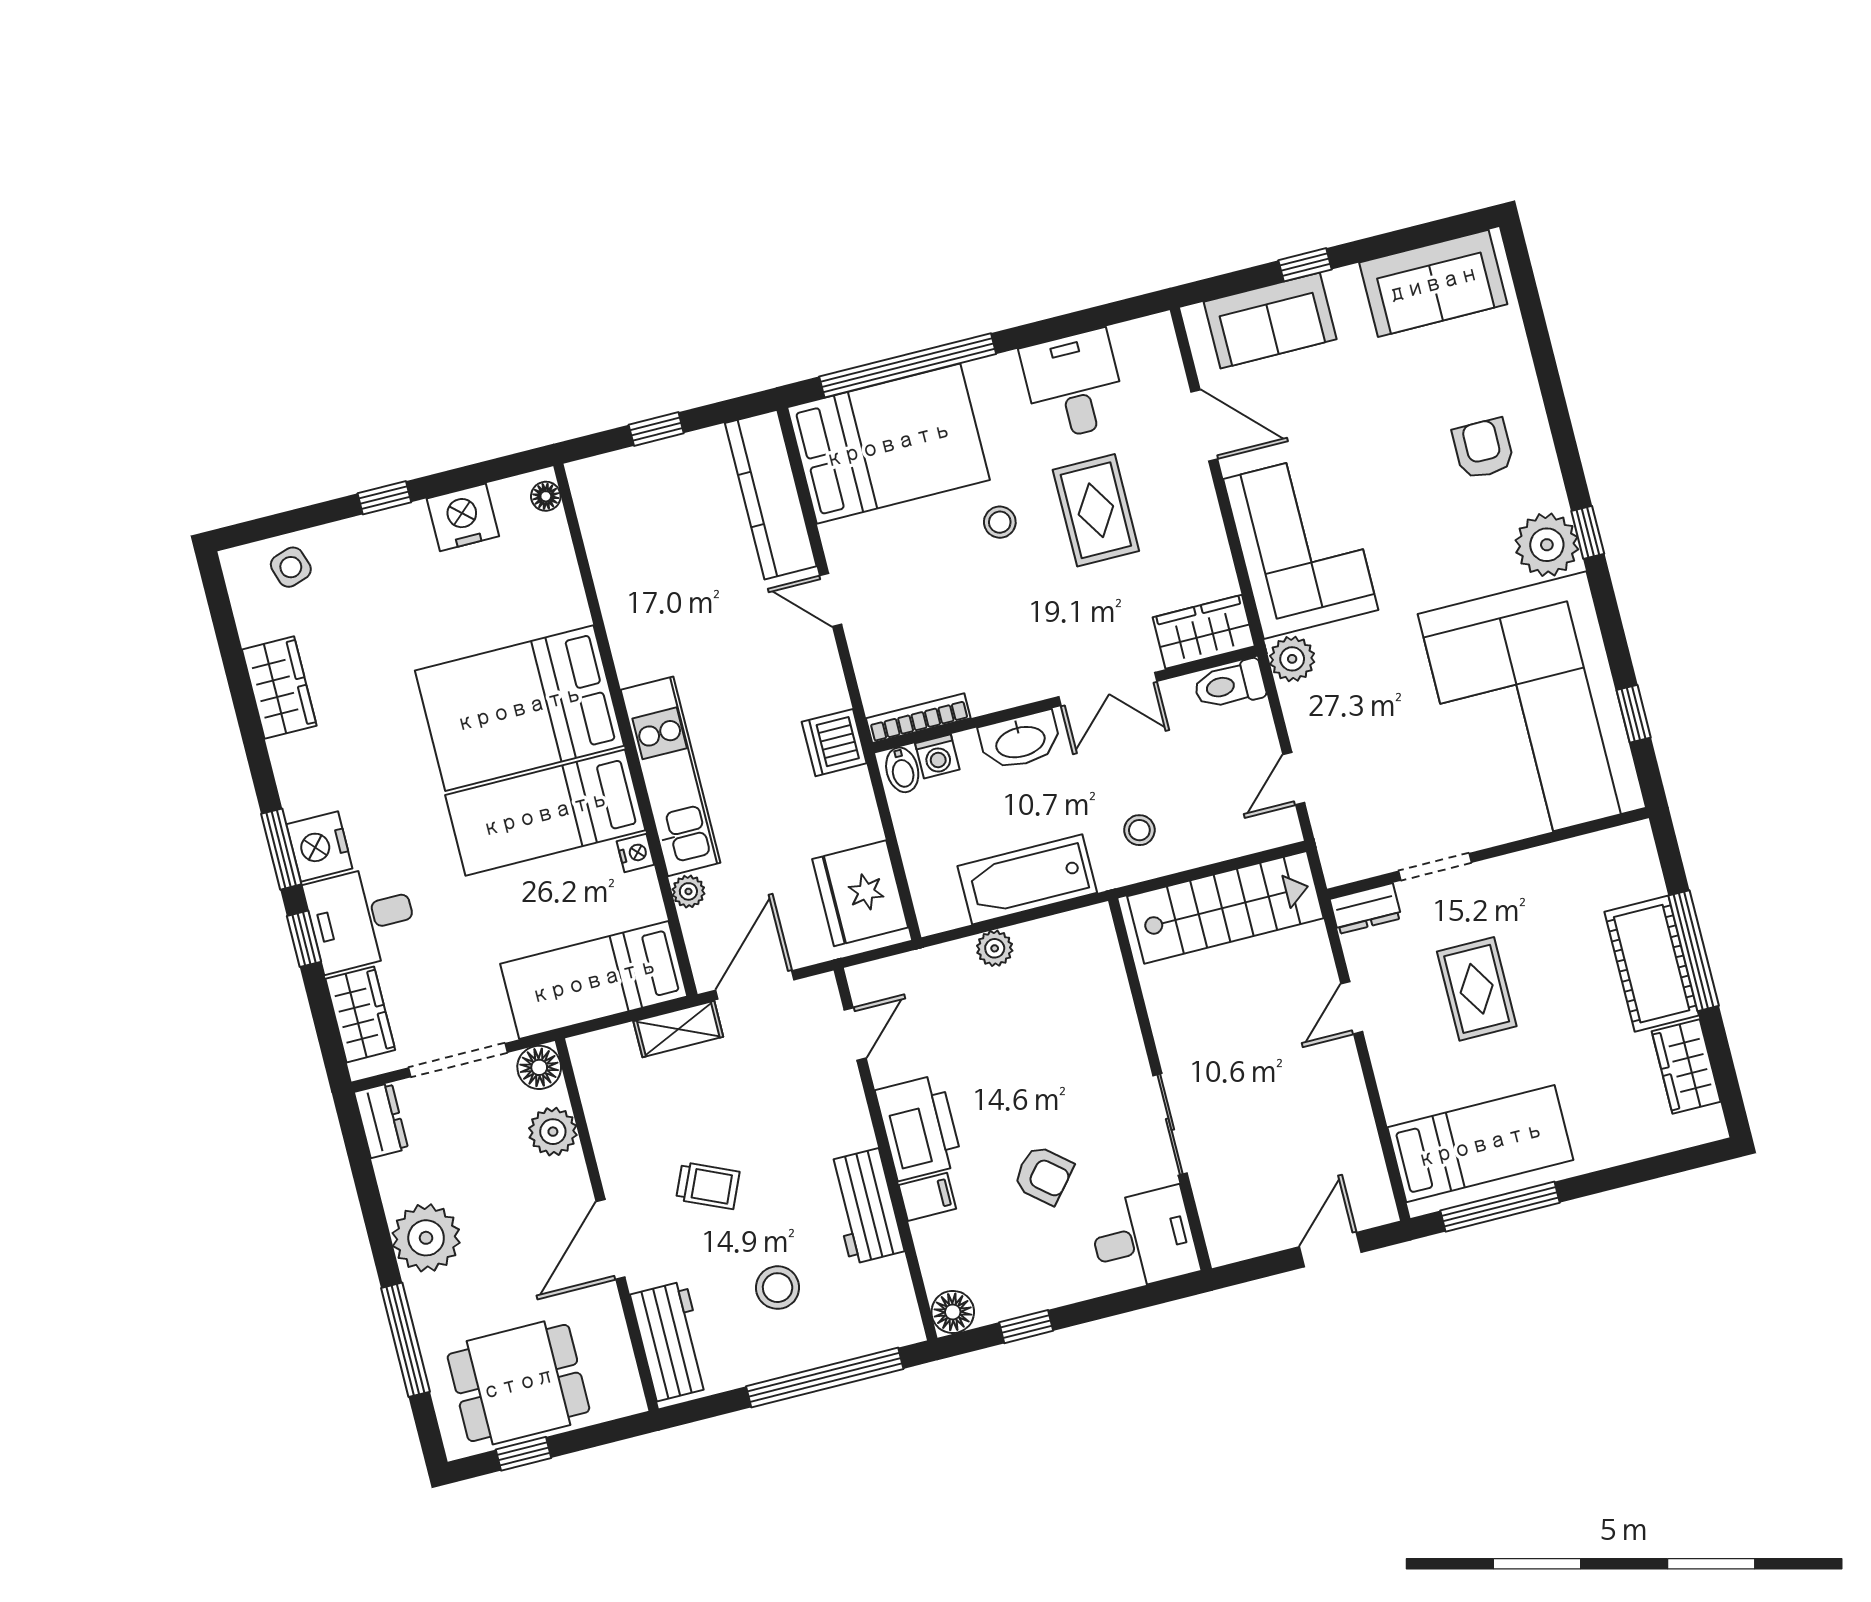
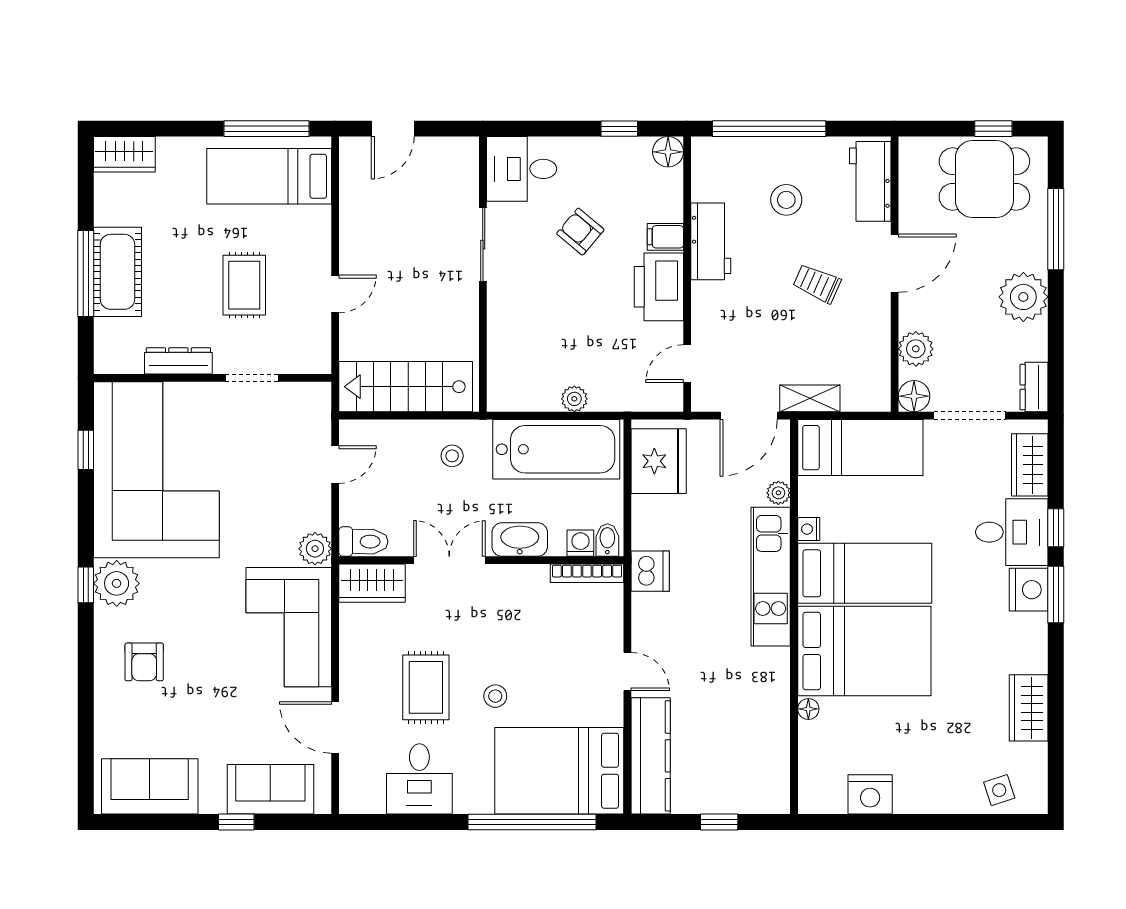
floor lamp: (546, 496) -> (808, 709), moved
window: (384, 498) -> (921, 822), removed
bathtub: (1027, 879) -> (556, 449), width x1.36, depth x1.36
dresser: (1366, 909) -> (178, 361), moved, width x1.44
wardrobe: (1686, 1066) -> (124, 154), moved, turned 90

